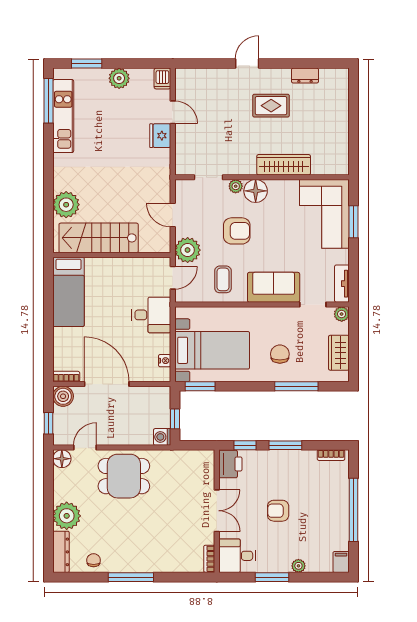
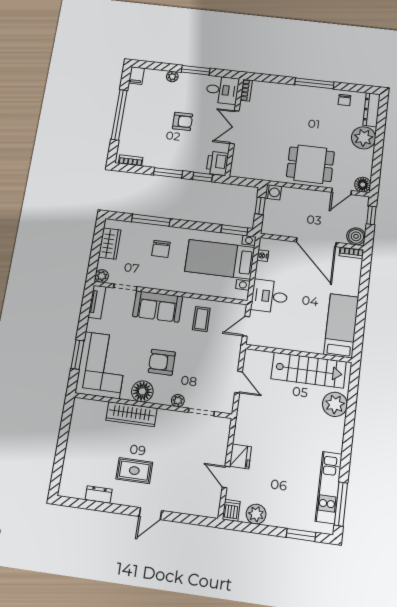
plant: (119, 78) -> (256, 514), moved
floor lamp: (256, 191) -> (142, 391), moved
armchair: (237, 231) -> (162, 362), moved
plant: (188, 250) -> (229, 349), removed

